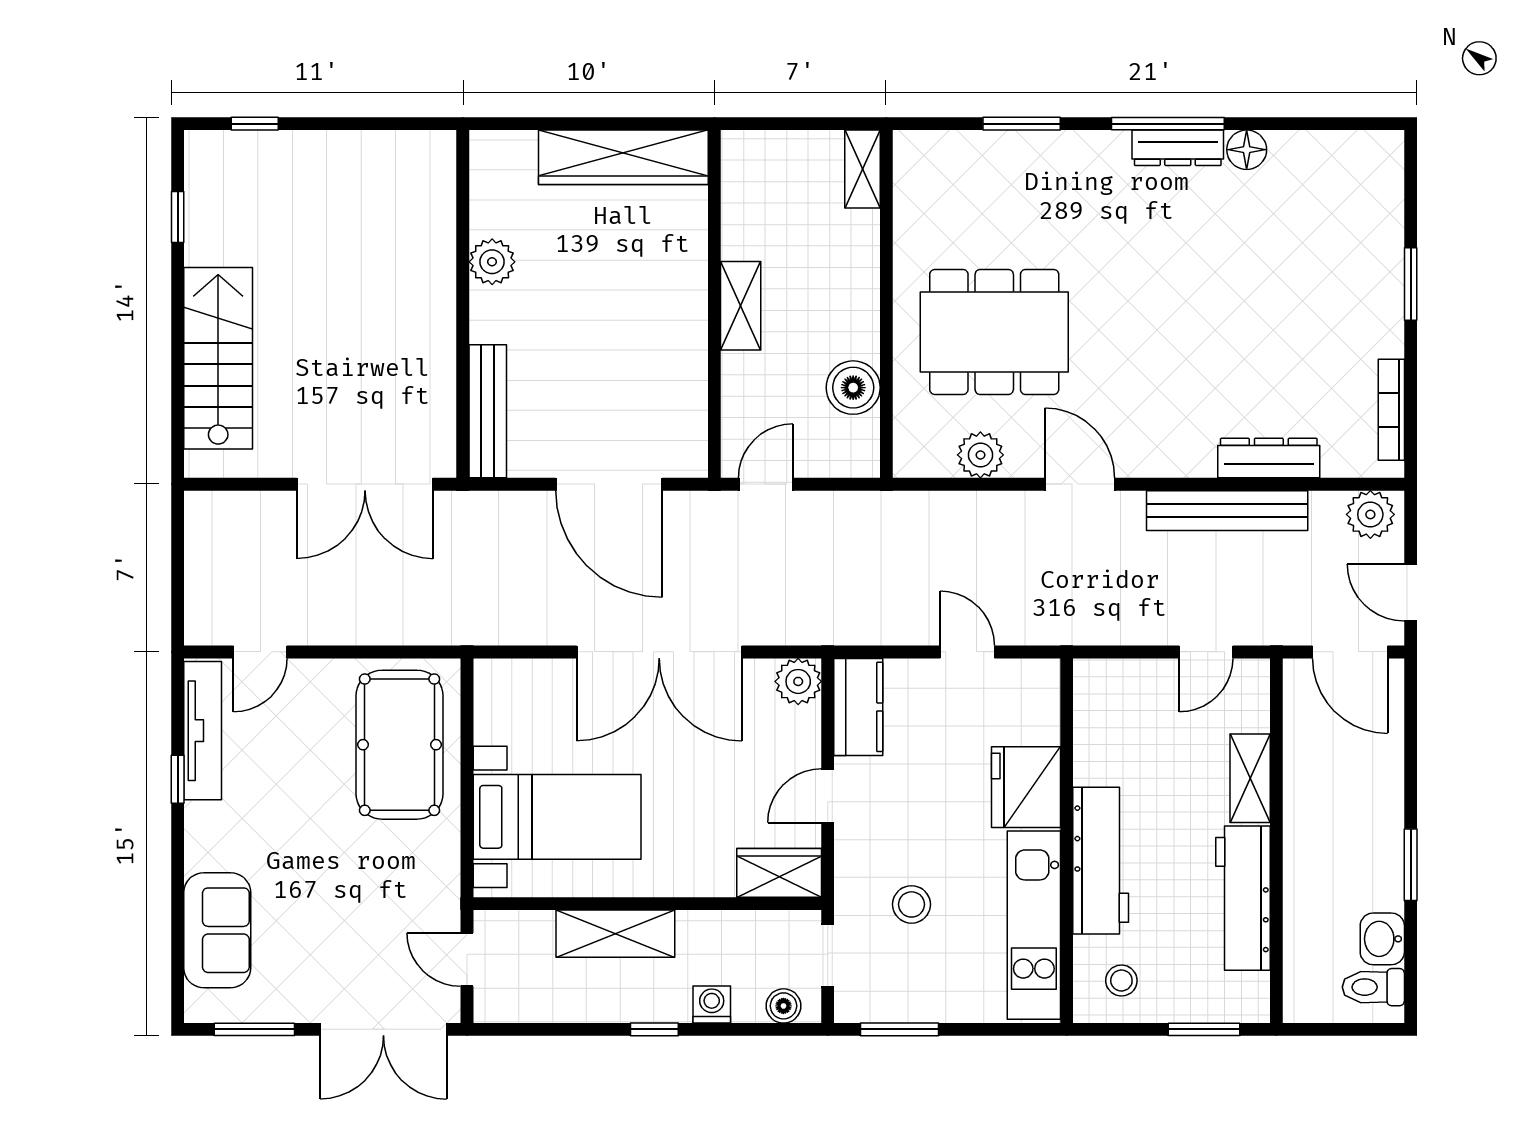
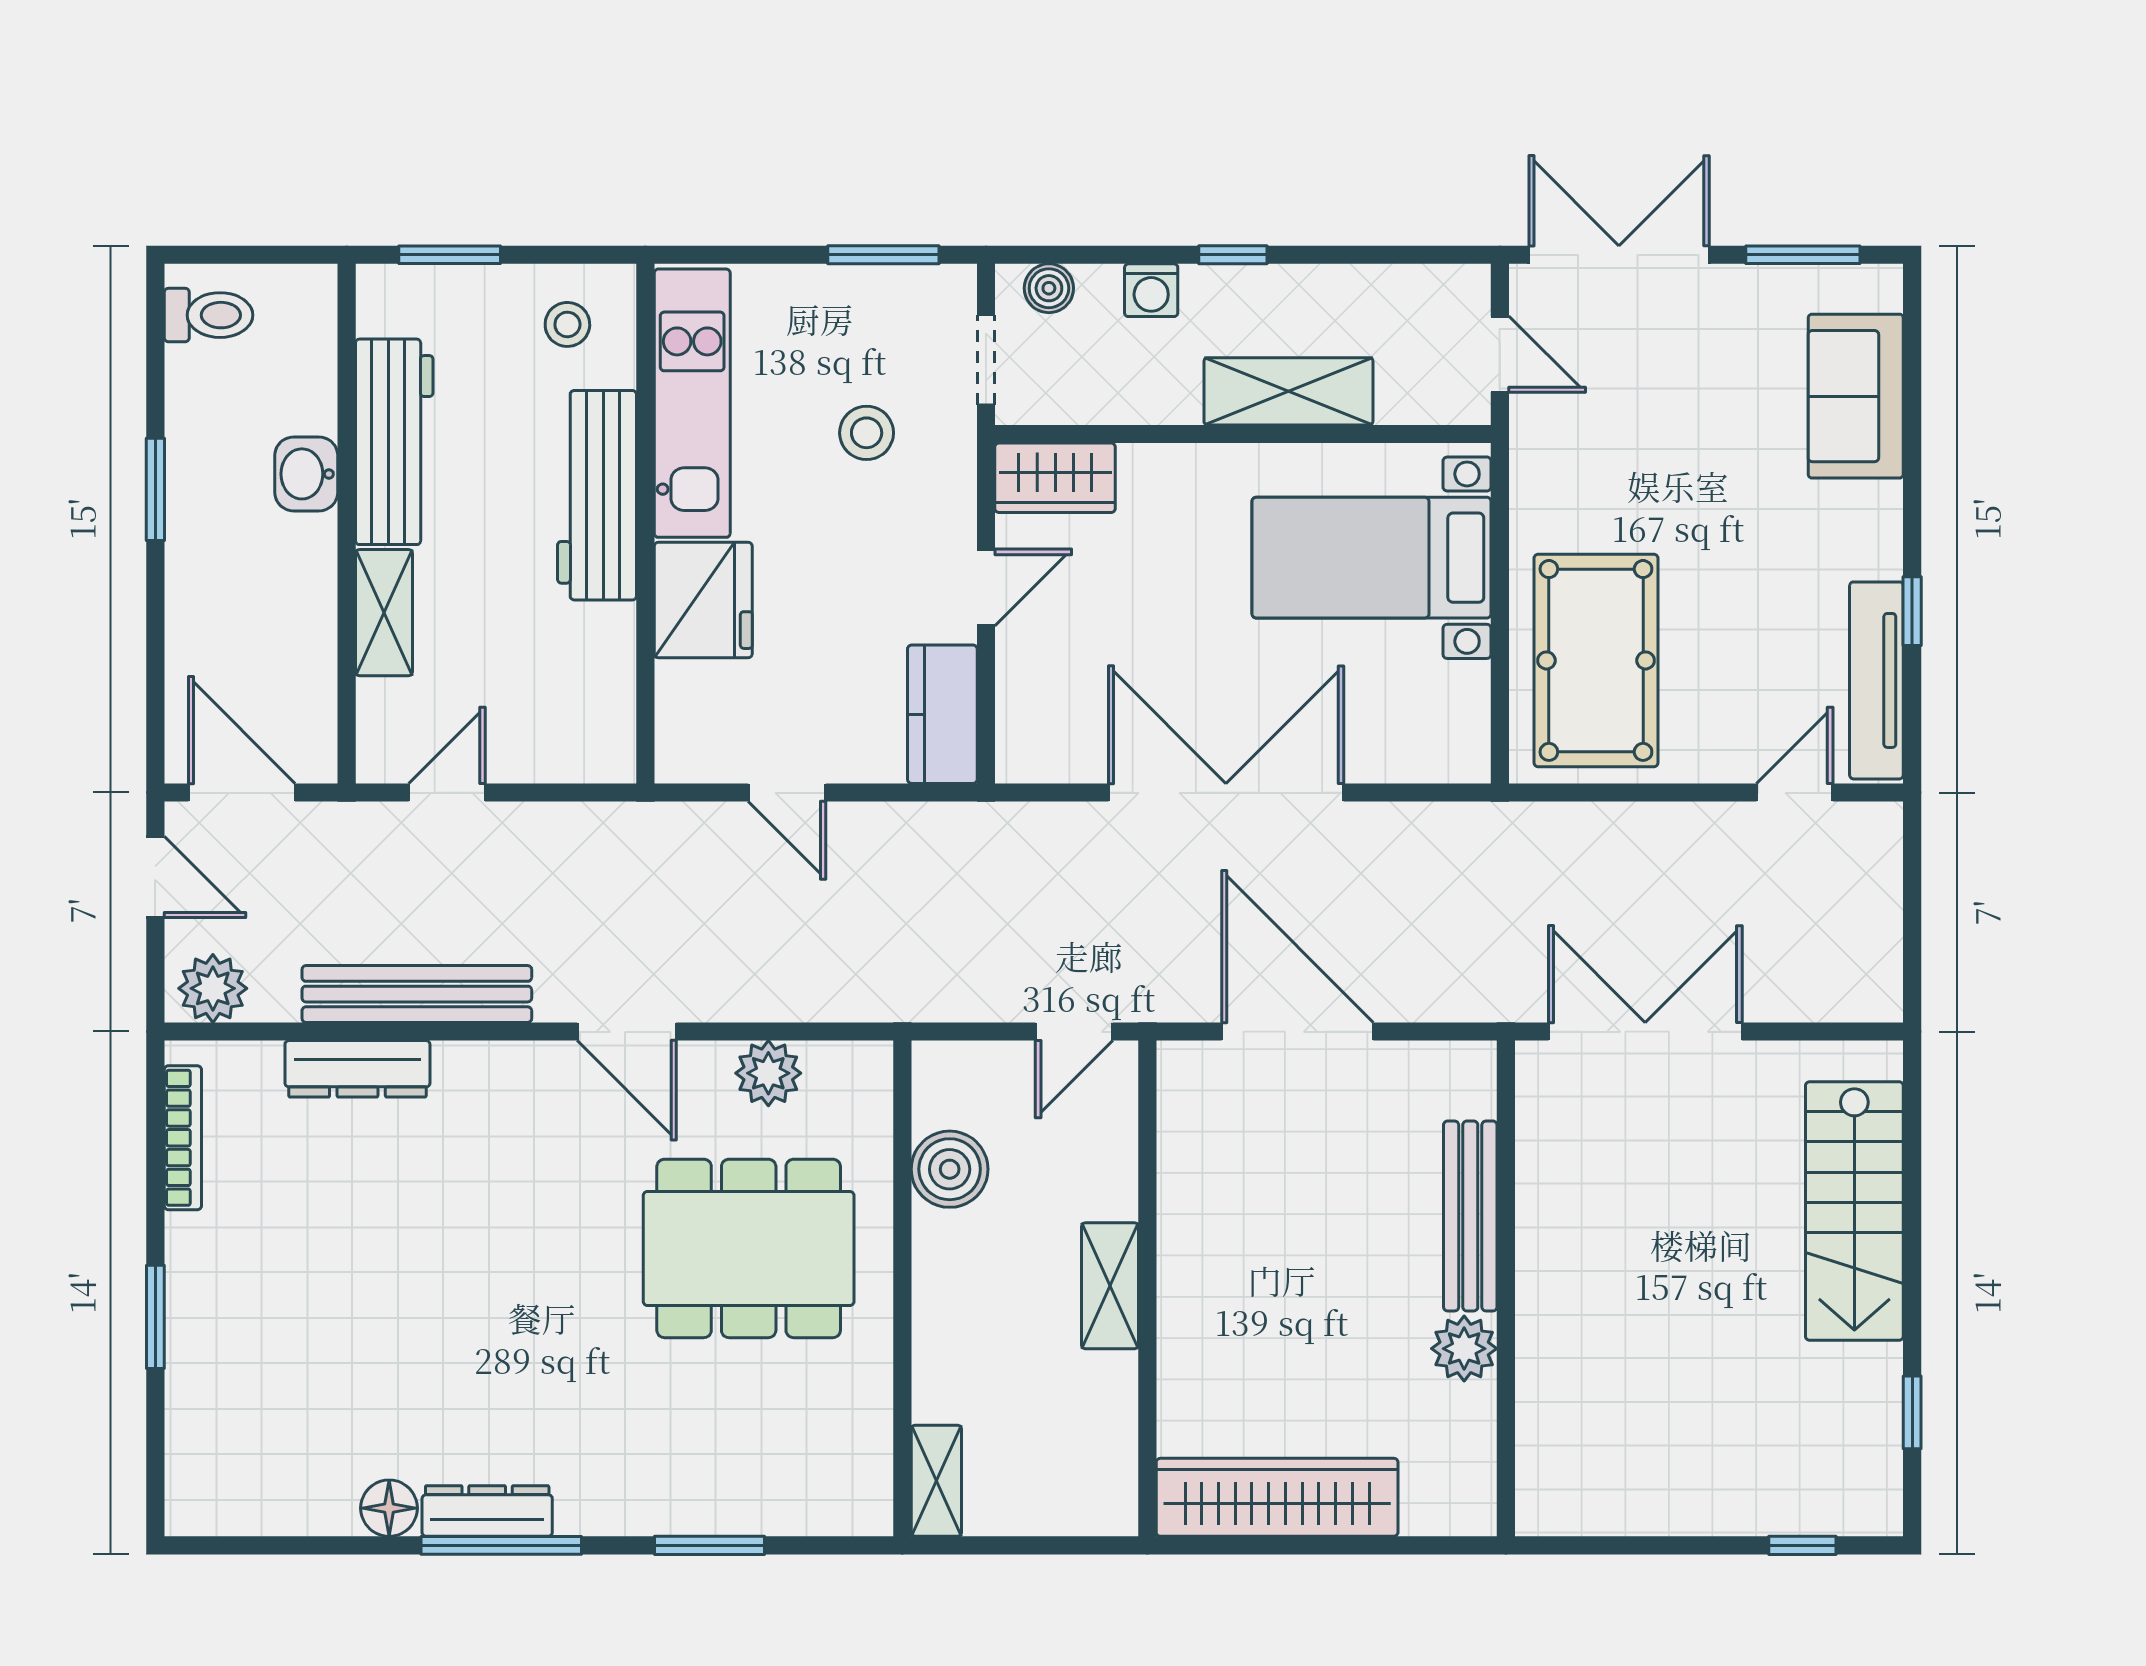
bench: (488, 411) -> (1470, 1216), moved
plant: (798, 681) -> (1028, 751), removed
washbasin: (1382, 939) -> (306, 474), moved, turned 180

